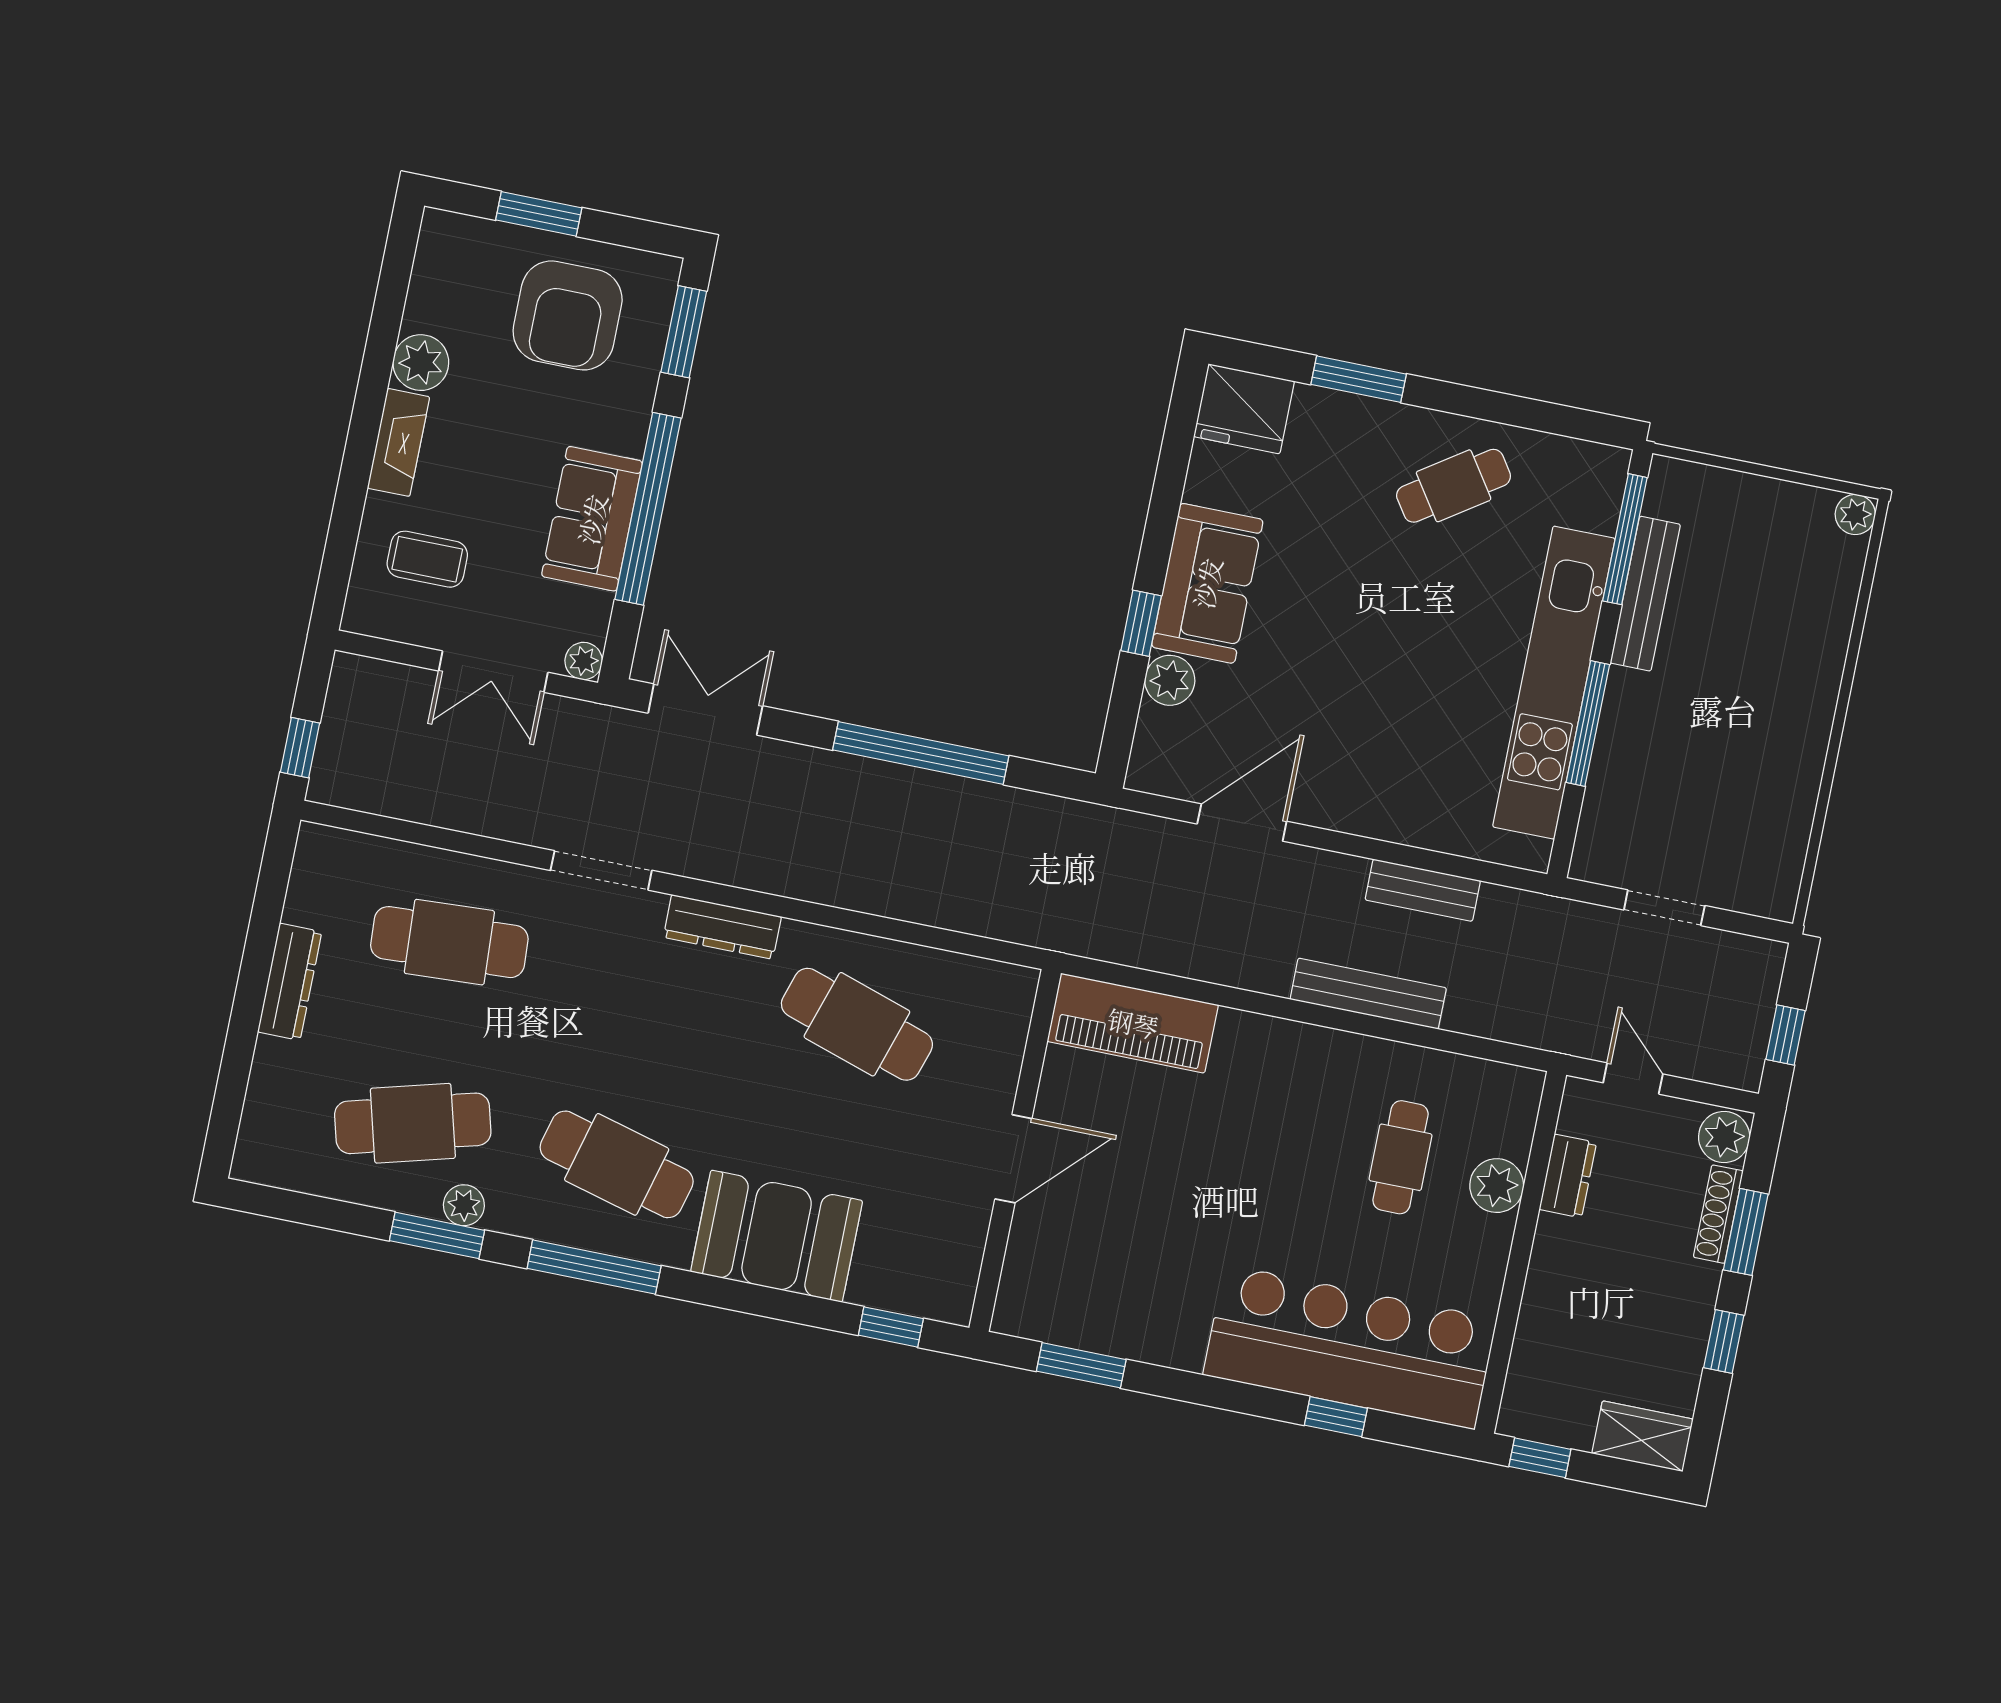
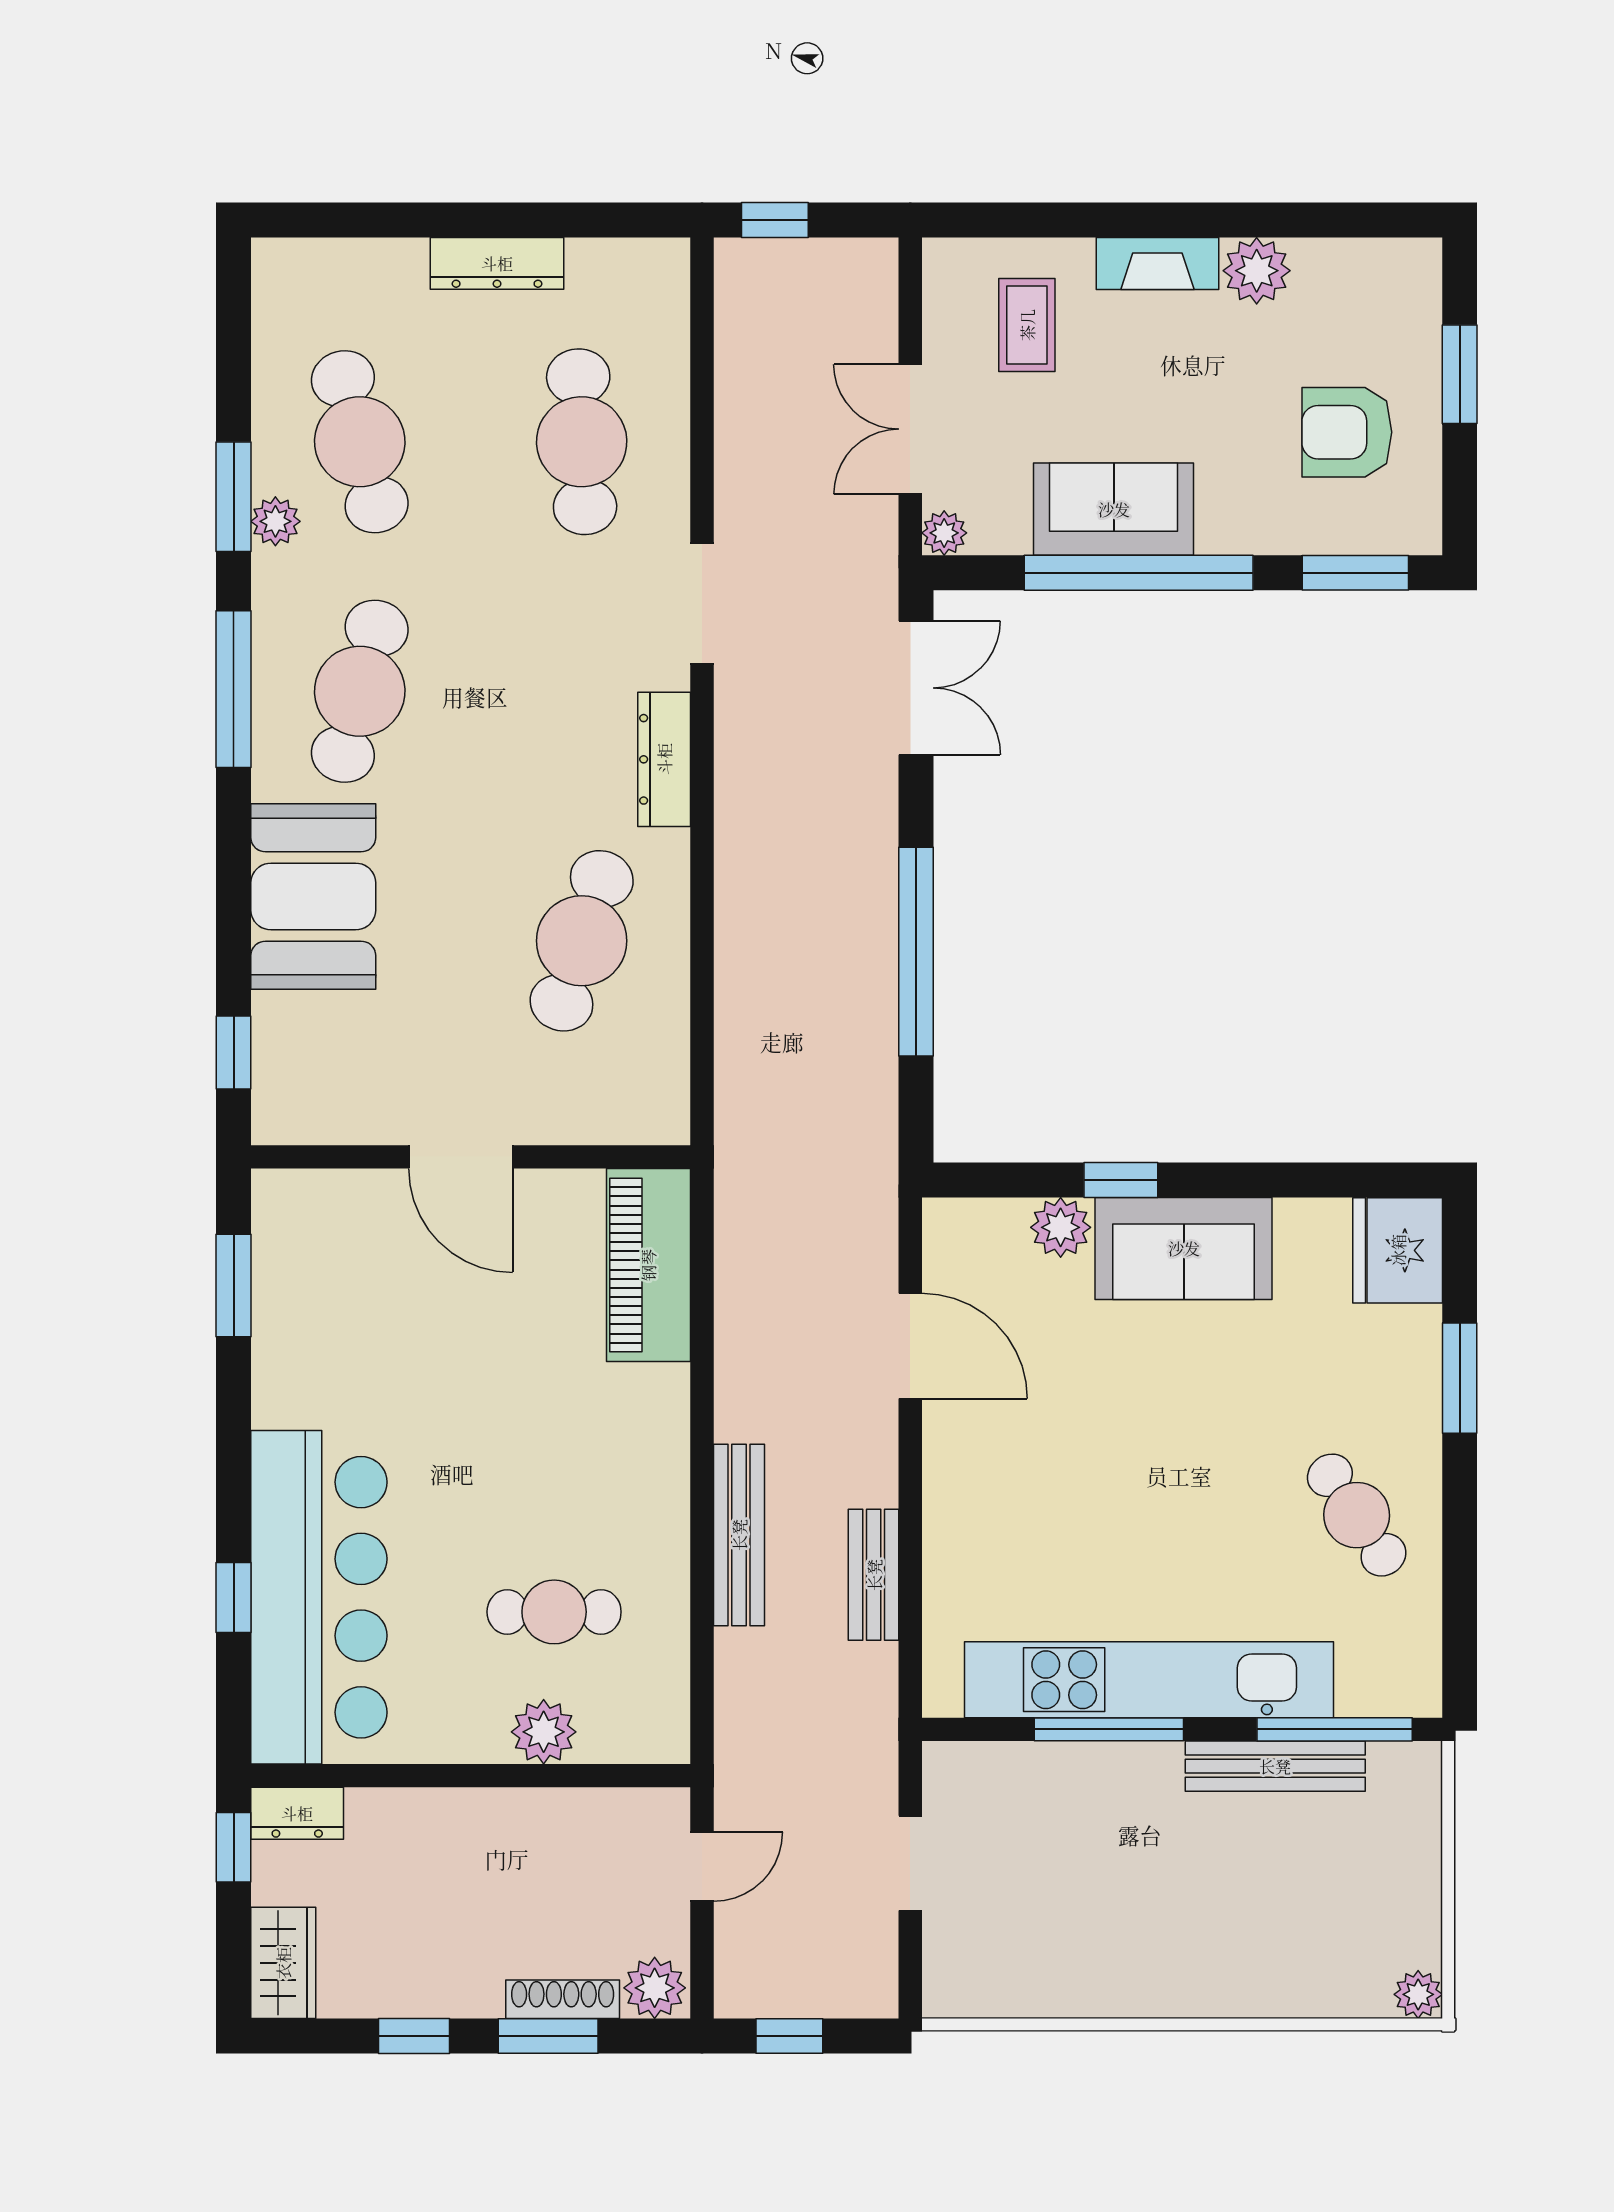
armchair: (568, 315) -> (1347, 432), width x0.73, depth x0.73
dresser: (1568, 1176) -> (297, 1813), moved

